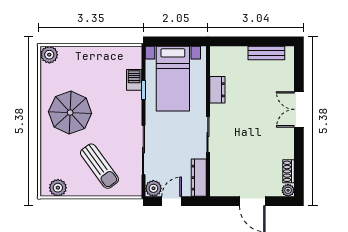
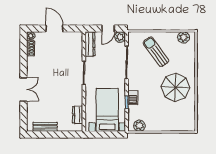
plant: (49, 55) -> (139, 126), moved
barbecue: (134, 80) -> (133, 98), moved
dresser: (217, 90) -> (78, 115), moved

